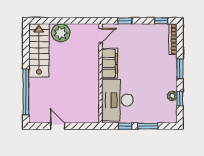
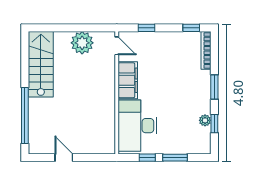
plant: (61, 33) -> (82, 43), moved
door: (101, 35) -> (117, 46), hinge flipped

